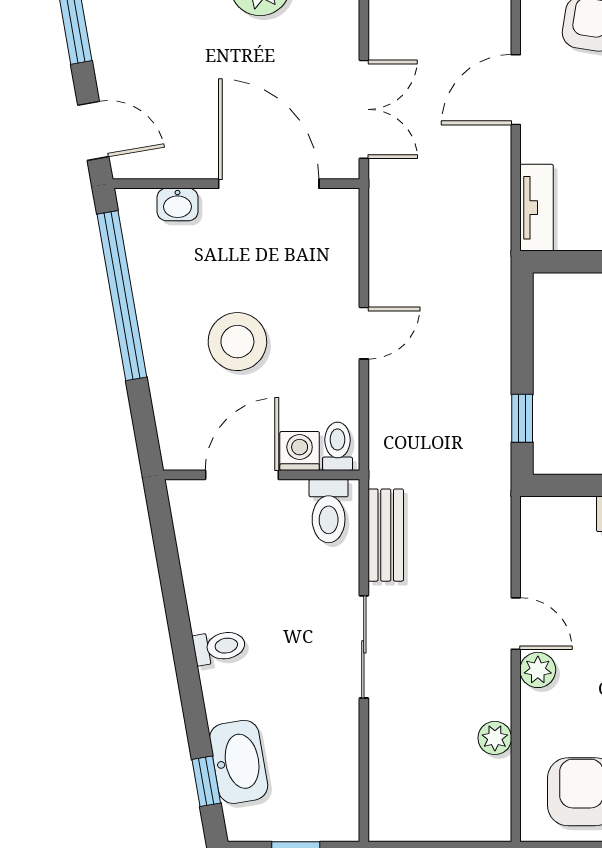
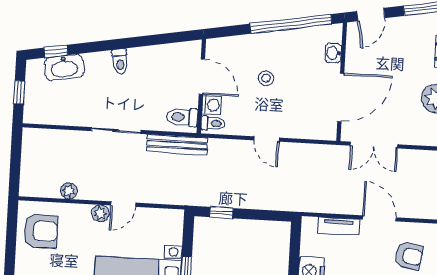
tv unit: (537, 208) -> (339, 226), moved
stool: (237, 342) -> (266, 78), width x0.53, depth x0.53
bench: (386, 535) -> (177, 145), width x1.36

